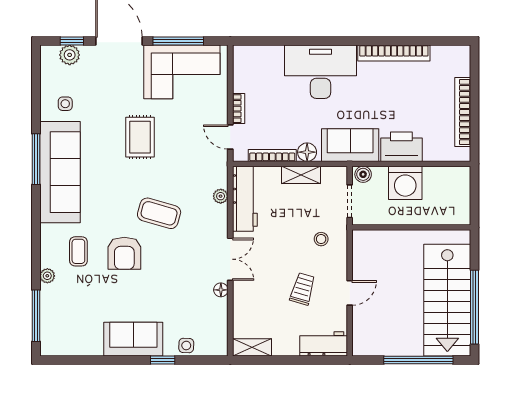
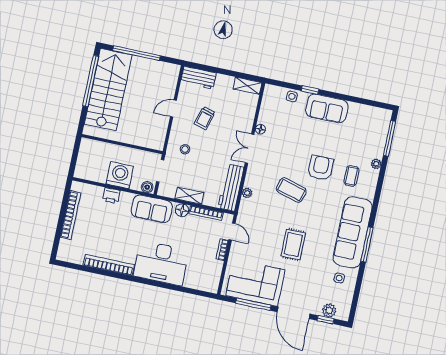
printer: (401, 147) -> (111, 196), width x0.53, depth x0.68

